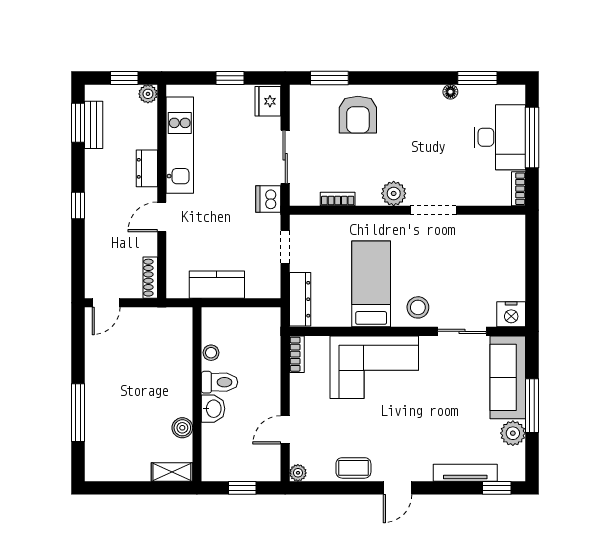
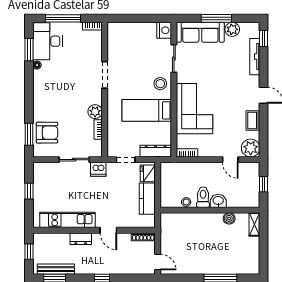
plant: (148, 94) -> (38, 238), removed
fridge: (268, 101) -> (148, 173), moved, turned 90
armchair: (358, 115) -> (47, 133), moved
bench: (94, 125) -> (56, 269), width x1.36
desk: (500, 137) -> (47, 41), moved, turned -90
plant: (394, 193) -> (95, 112), moved
plant: (298, 473) -> (251, 148), width x1.87, depth x1.87

